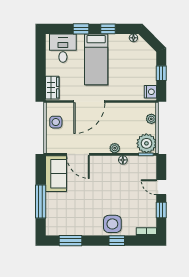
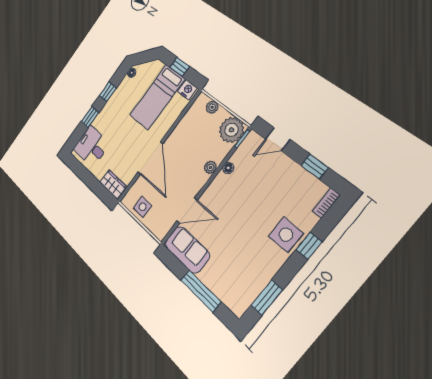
bed: (96, 59) -> (157, 97), moved, turned 90
door: (161, 187) -> (278, 139), moved

